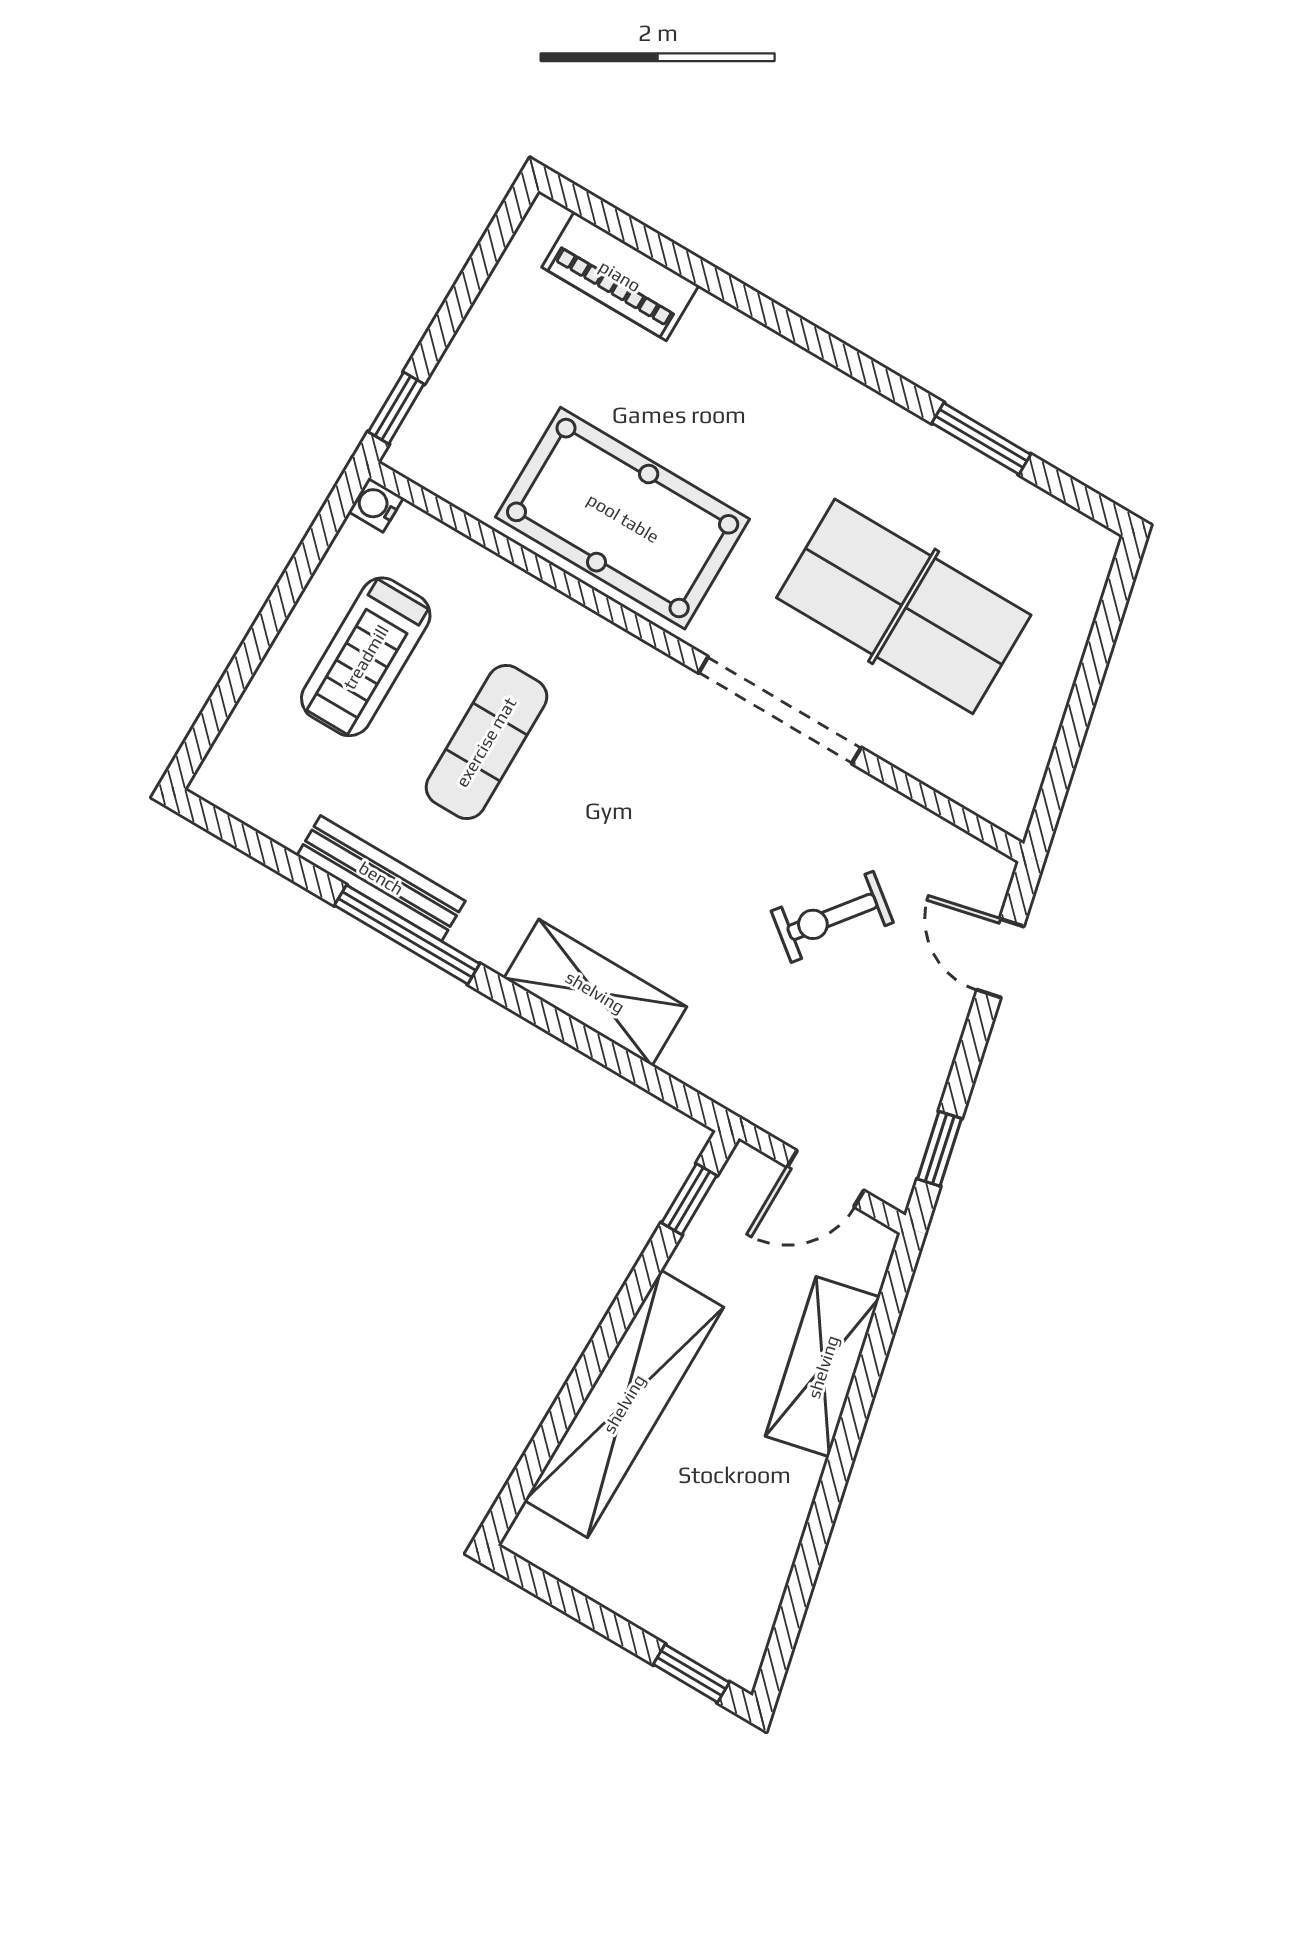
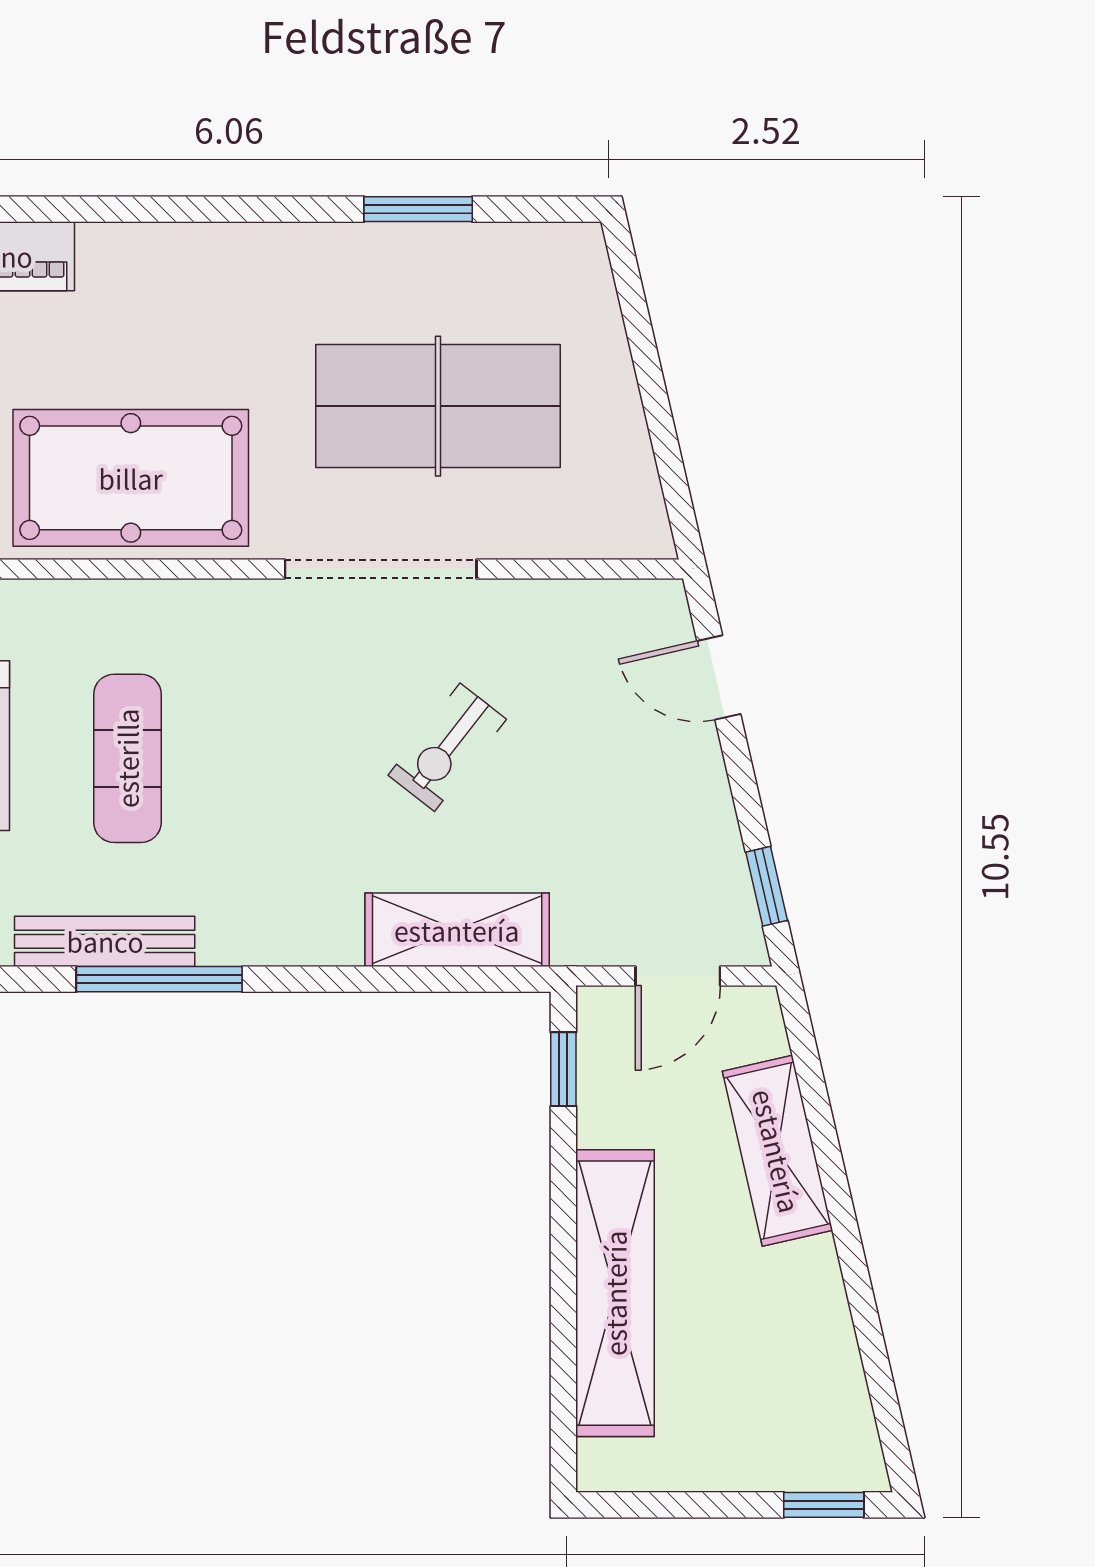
exercise bike: (832, 917) -> (447, 747), moved
shelving: (595, 992) -> (457, 930), moved

